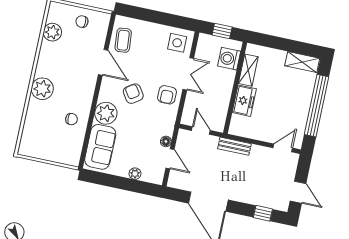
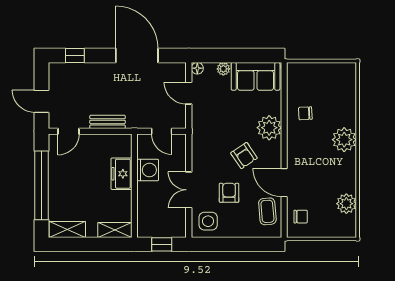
chair: (82, 22) -> (301, 217), moved
washing machine: (229, 59) -> (148, 170), moved
shelving: (248, 70) -> (115, 230), moved, turned 90
armchair: (167, 95) -> (229, 193), moved
floor lamp: (166, 141) -> (197, 68), moved
bench: (234, 146) -> (107, 122), moved
sofa: (100, 147) -> (256, 76), moved, turned -90
door: (298, 192) -> (42, 101), moved

